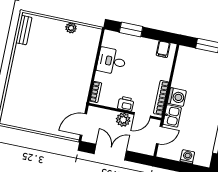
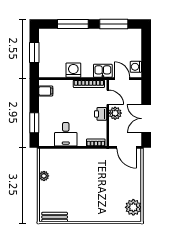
washing machine: (177, 97) -> (73, 70), moved
plant: (17, 118) -> (133, 207), added
washing machine: (187, 157) -> (136, 67), moved

